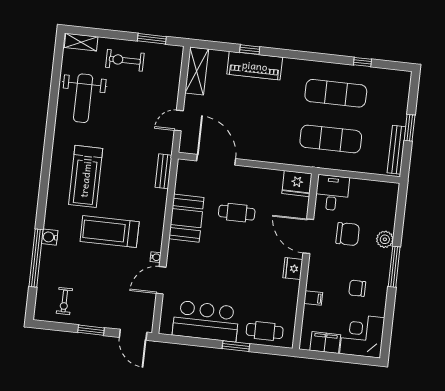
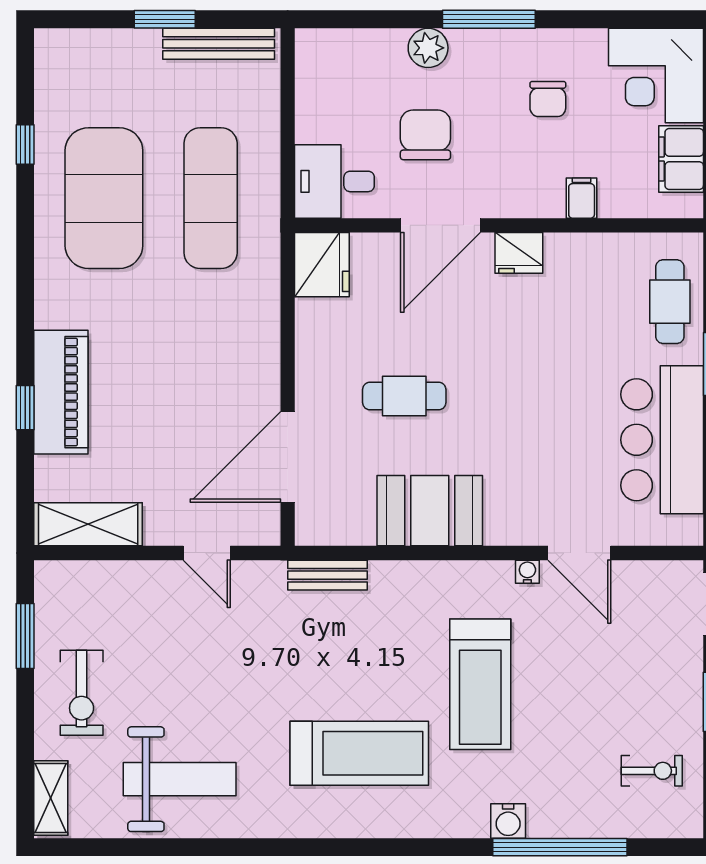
exercise mat: (336, 93) -> (104, 198), width x1.47
cafe table: (237, 213) -> (404, 396), turned 90

